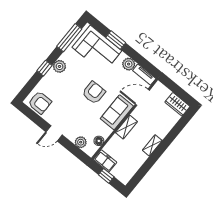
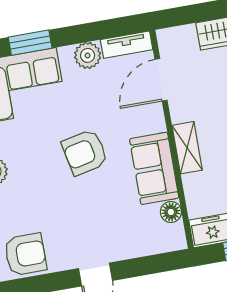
armchair: (94, 93) -> (85, 152), turned -102
sofa: (117, 112) -> (154, 168), moved
plant: (81, 142) -> (147, 243), removed

